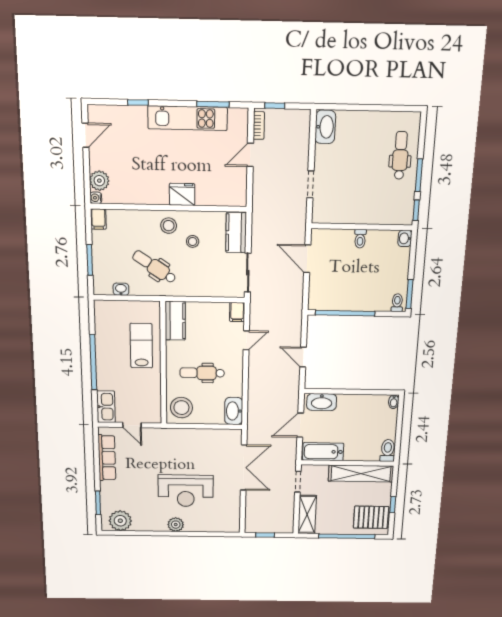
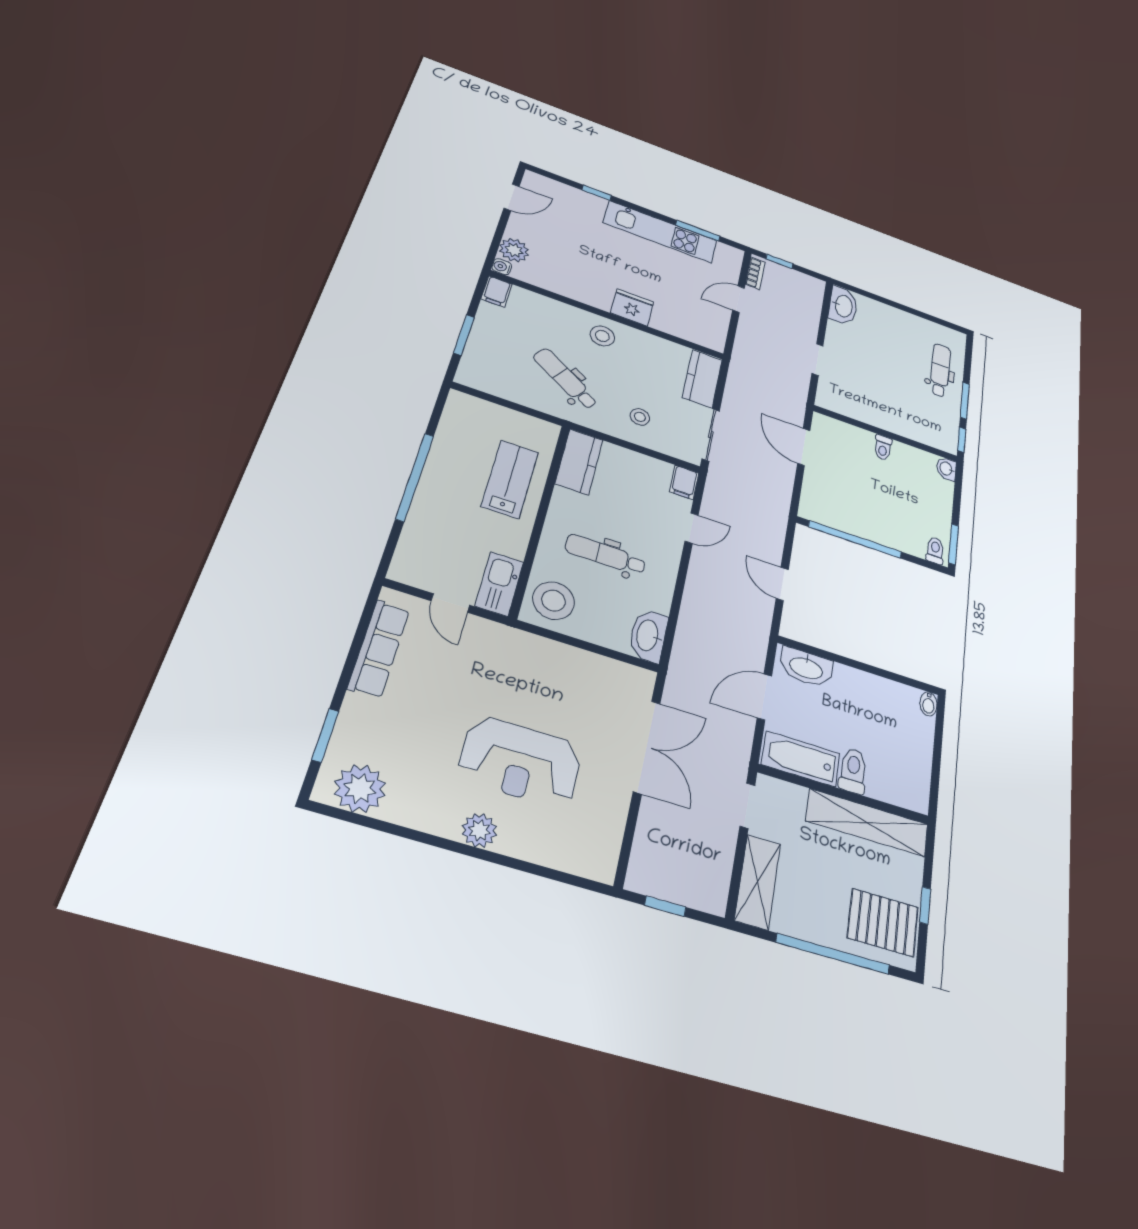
stool: (193, 241) -> (640, 417), moved
washbasin: (121, 289) -> (501, 389), removed
kitchen sink: (106, 407) -> (499, 584), moved, turned 180
toilet: (388, 451) -> (853, 771), moved

